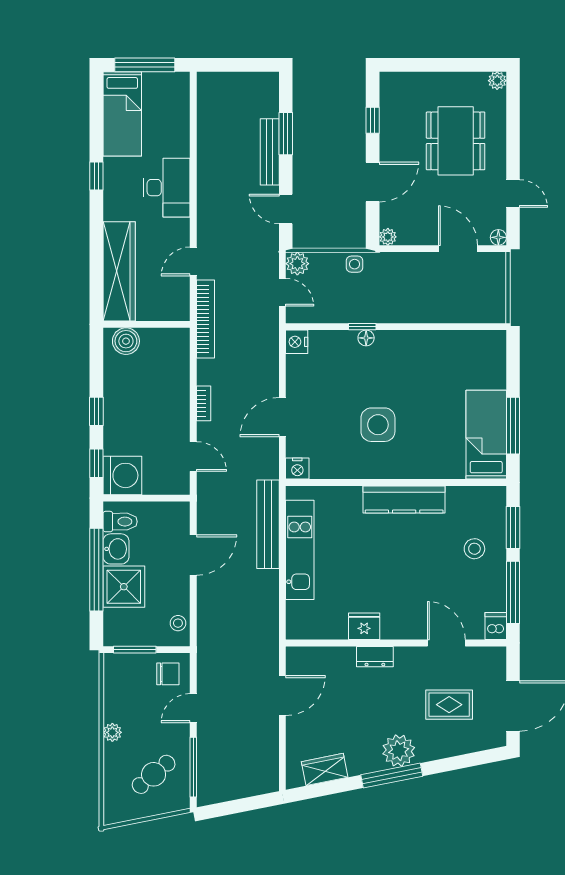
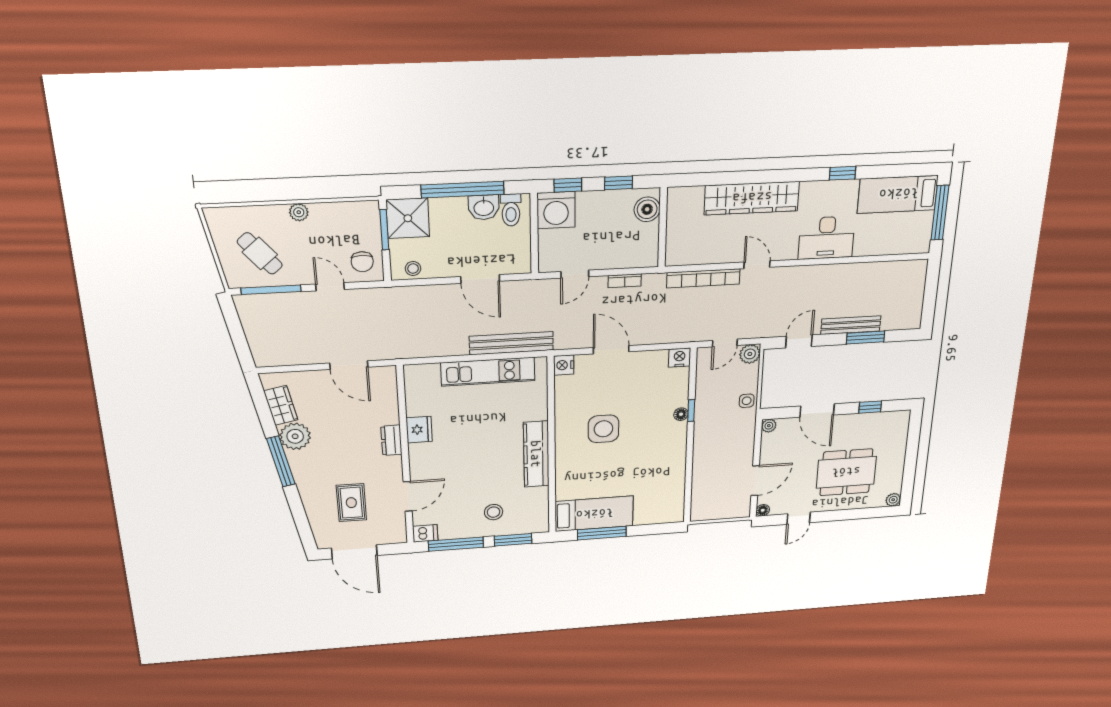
wall: (146, 324) -> (663, 227), moved
boiler: (126, 341) -> (647, 209), moved
shower: (124, 587) -> (408, 218), moved
plant: (399, 751) -> (295, 436), moved

